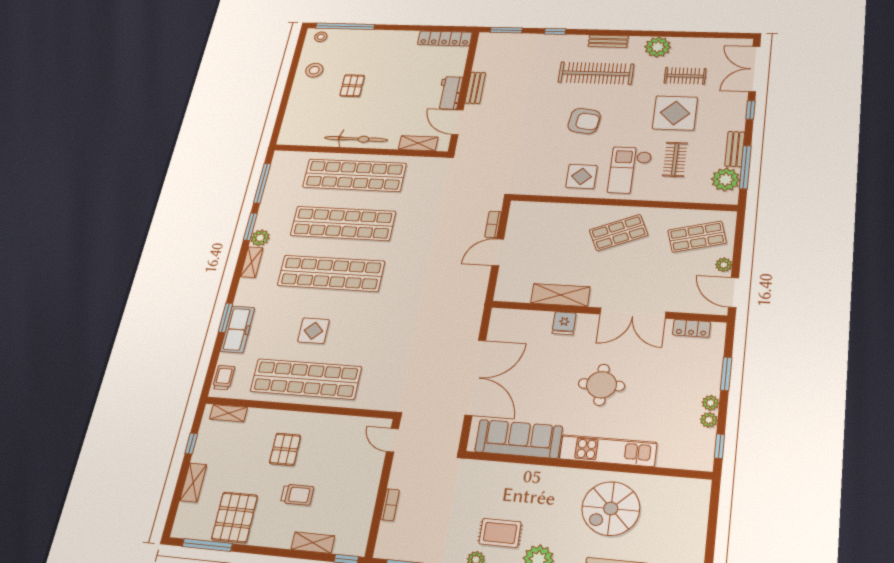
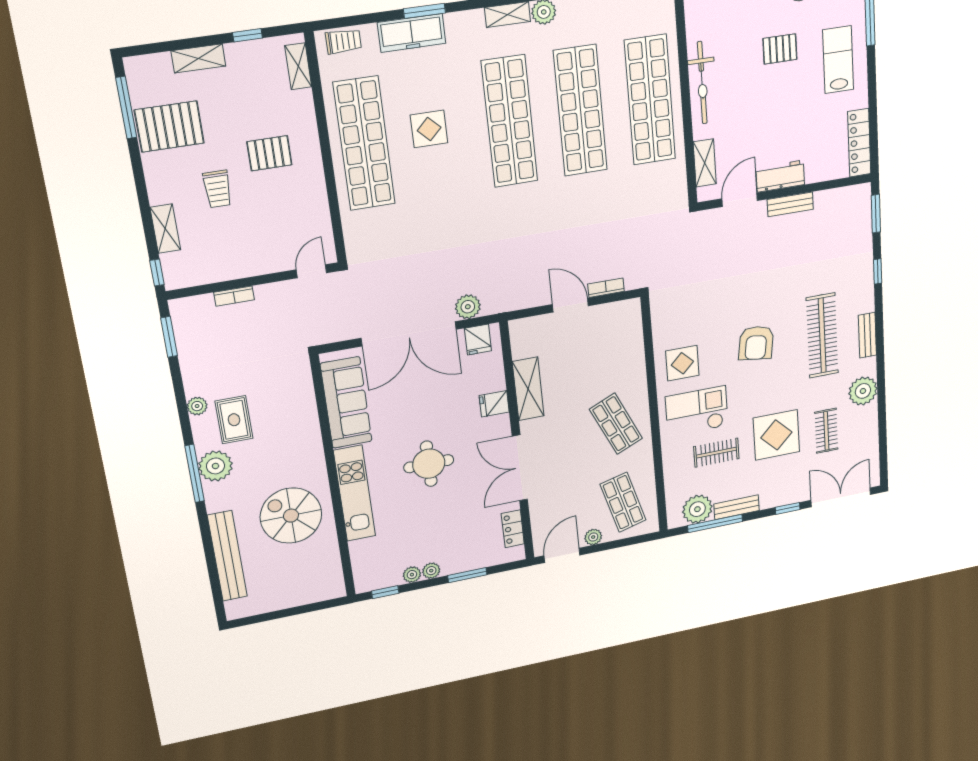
lab bench: (376, 49) -> (838, 60), added
fridge: (501, 326) -> (478, 340), added
plant: (469, 329) -> (468, 307), added

